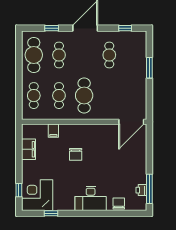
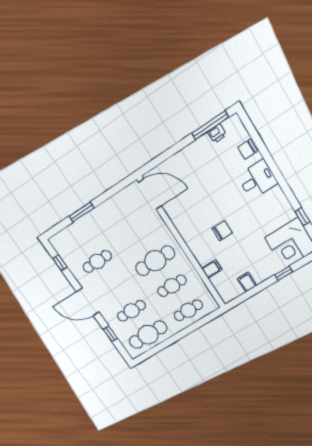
filing cabinet: (29, 149) -> (247, 282), width x0.50
window: (19, 190) -> (284, 273), moved
desk: (91, 198) -> (258, 180), width x0.73

